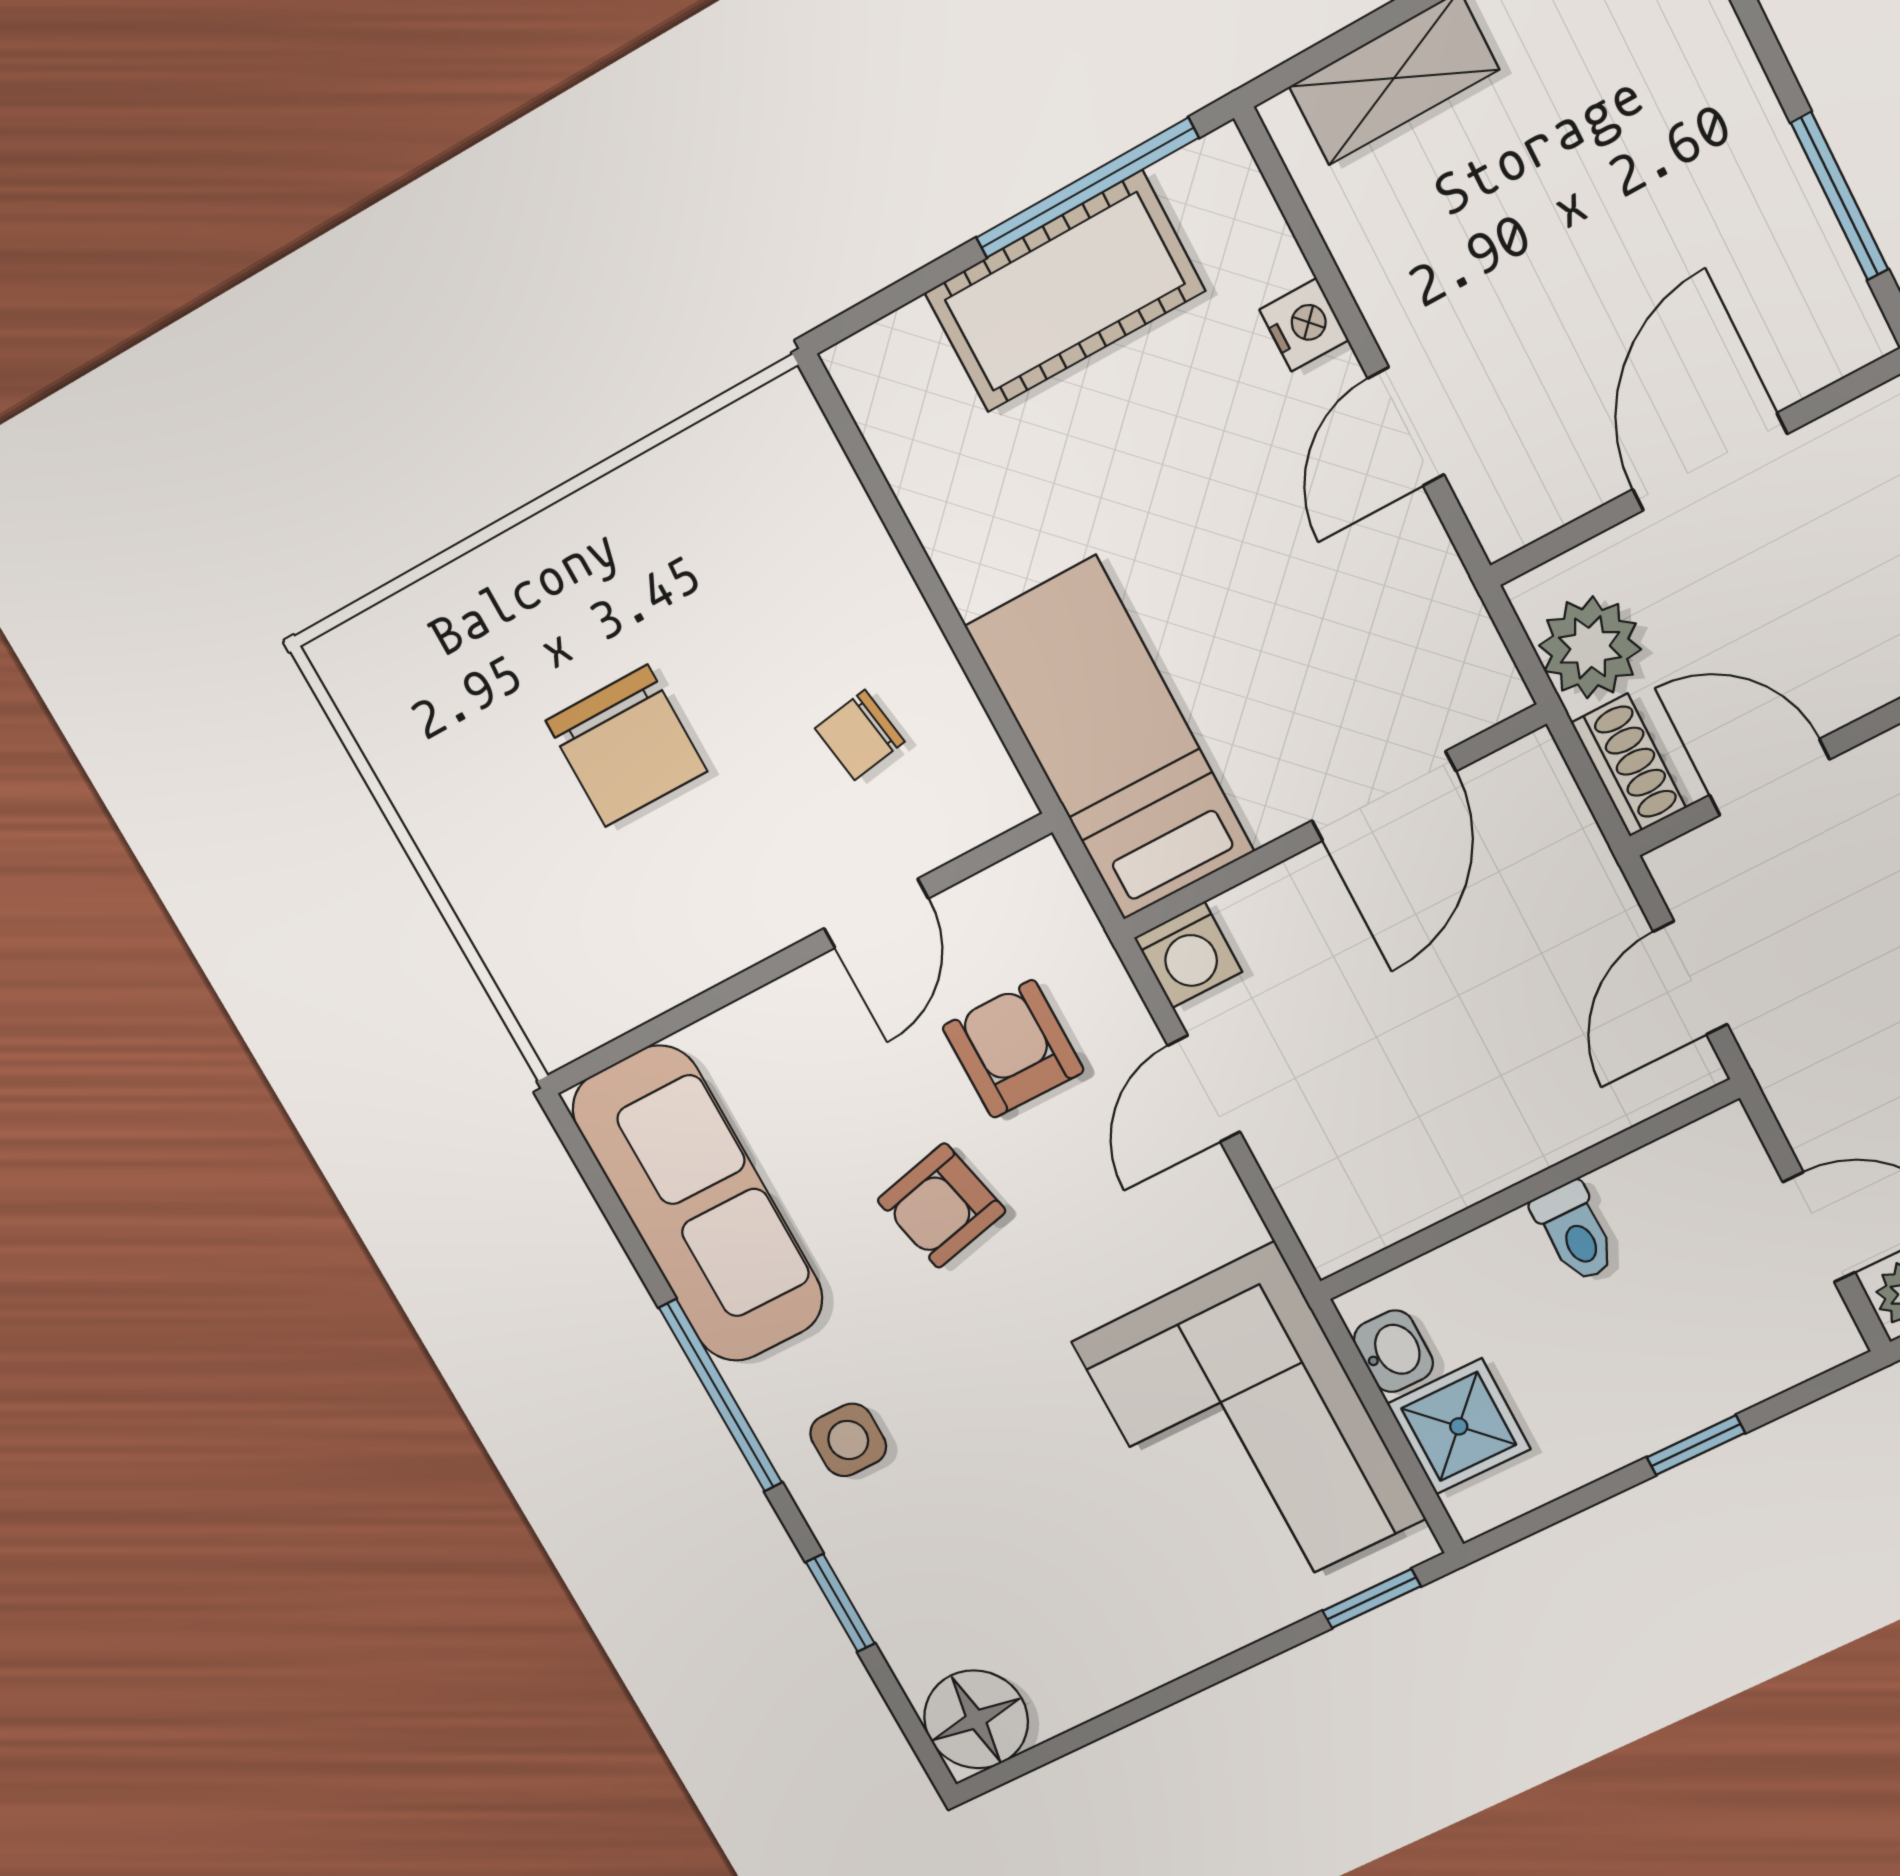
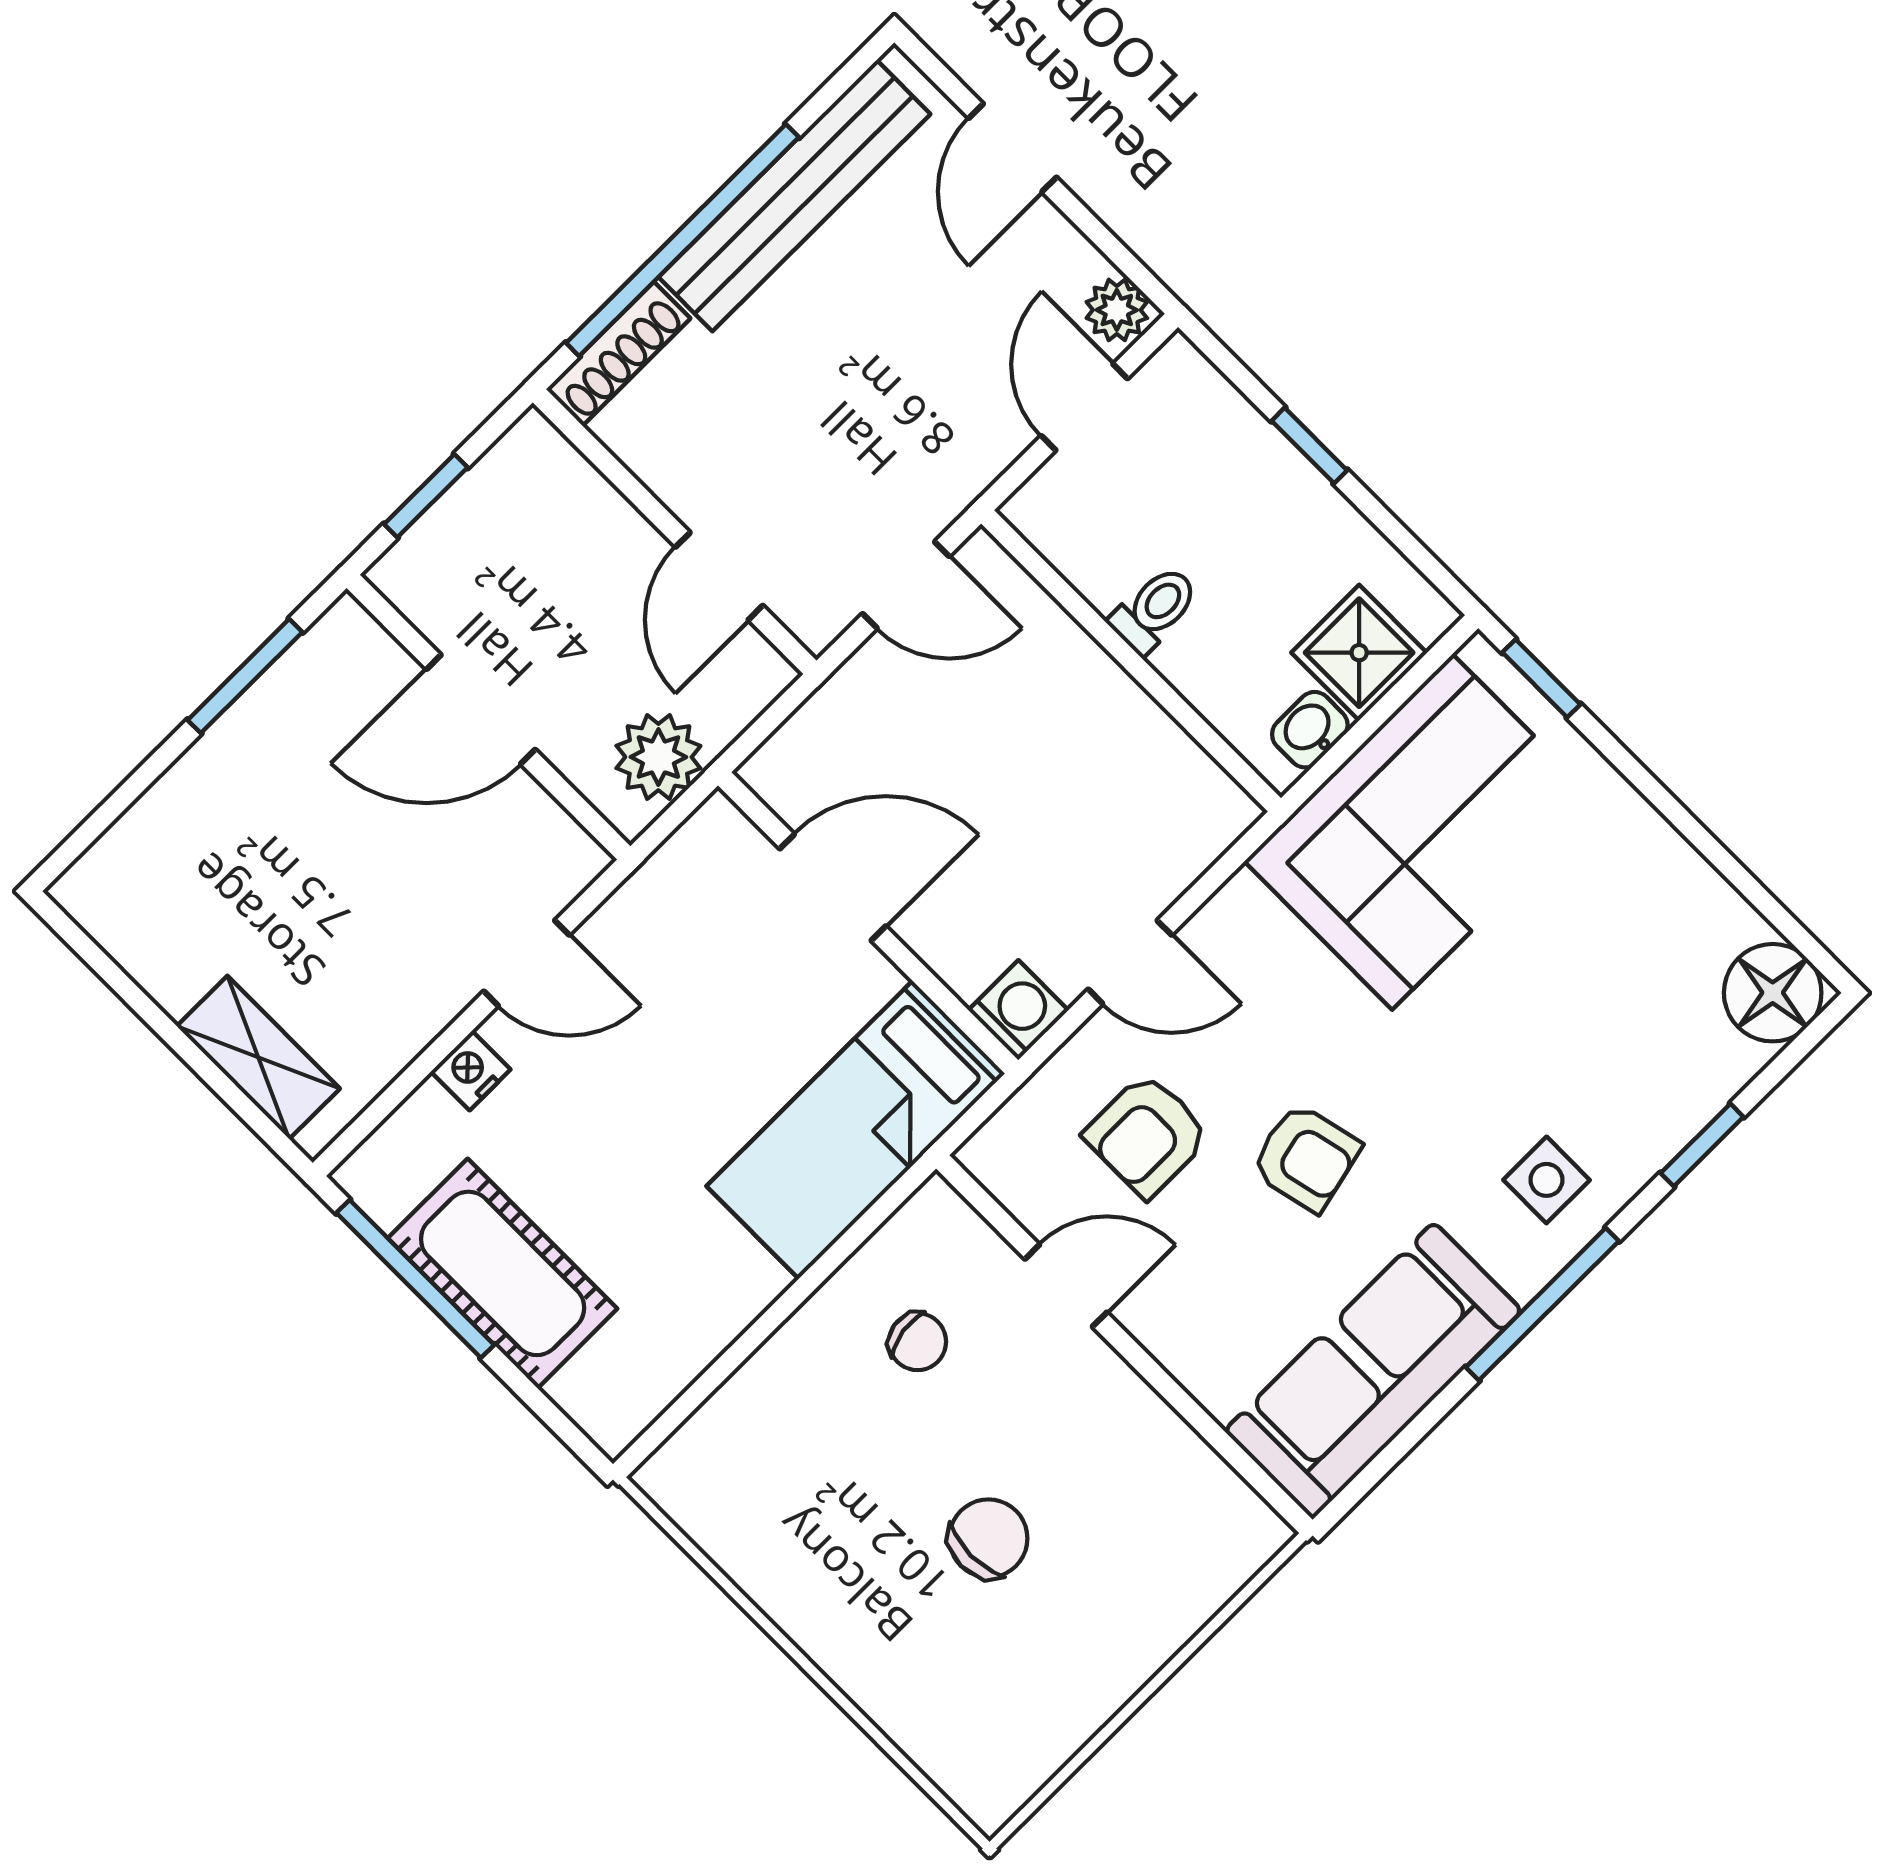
chair: (626, 746) -> (988, 1538), width x0.73, depth x0.73
shoe rack: (1629, 765) -> (745, 694), removed

